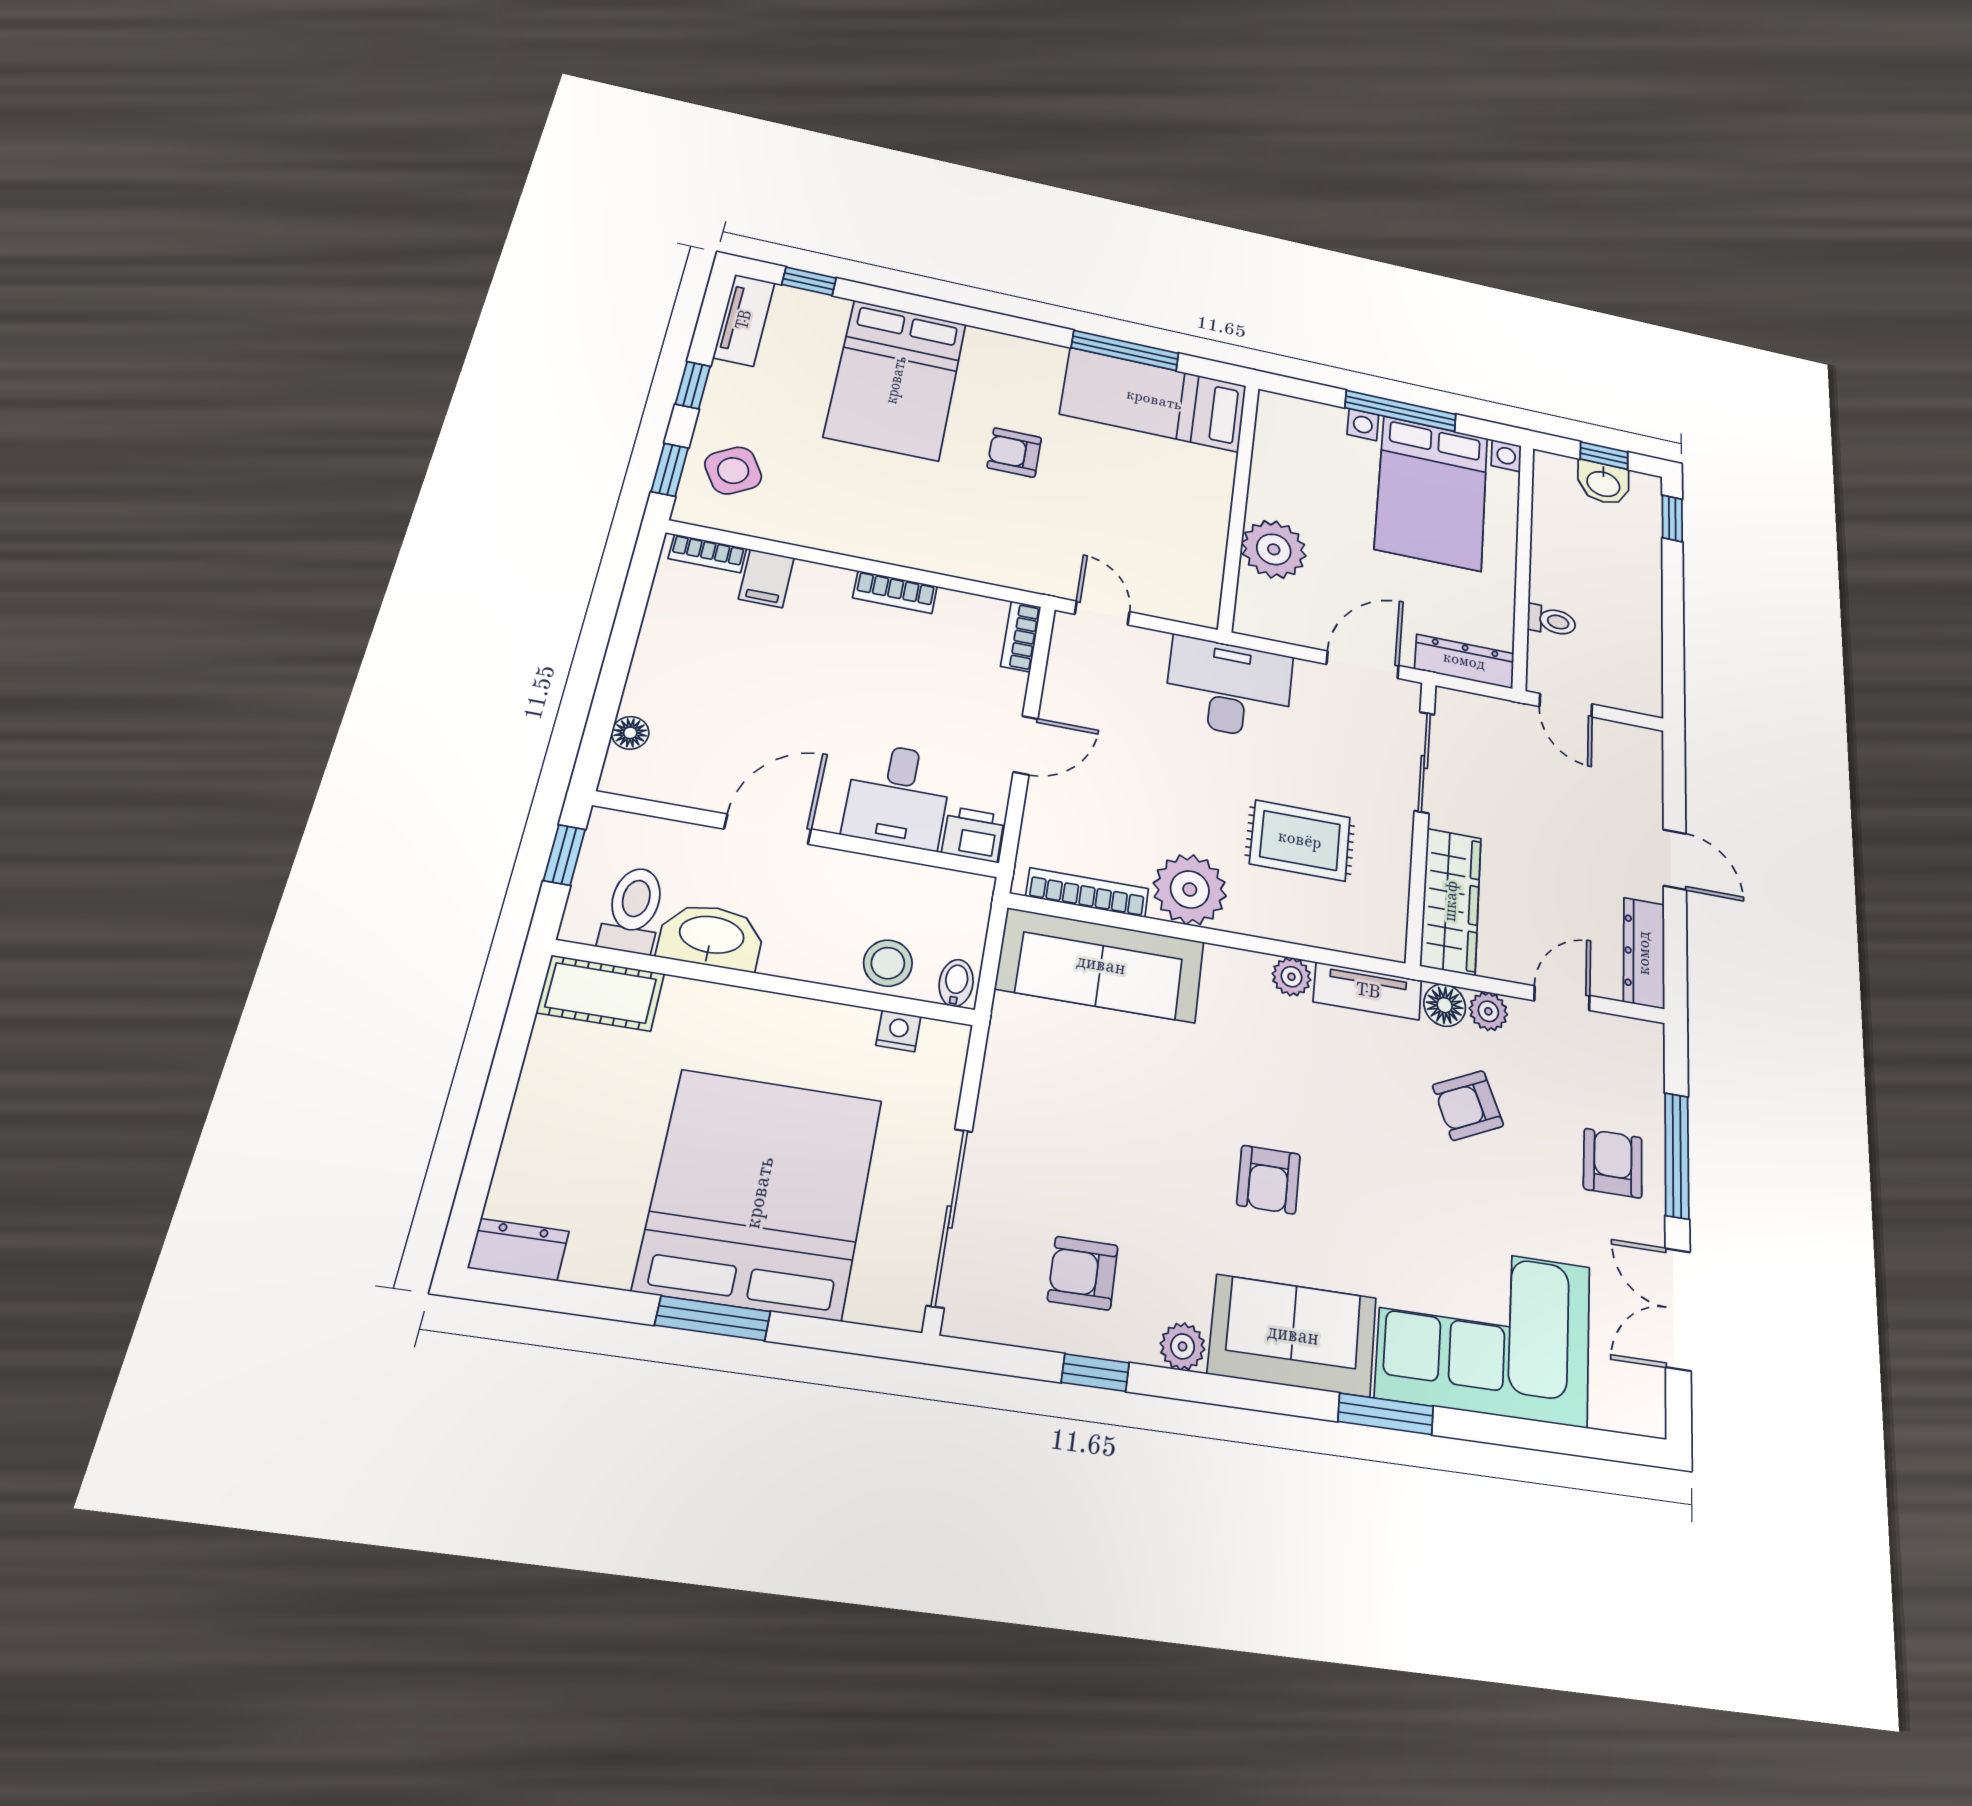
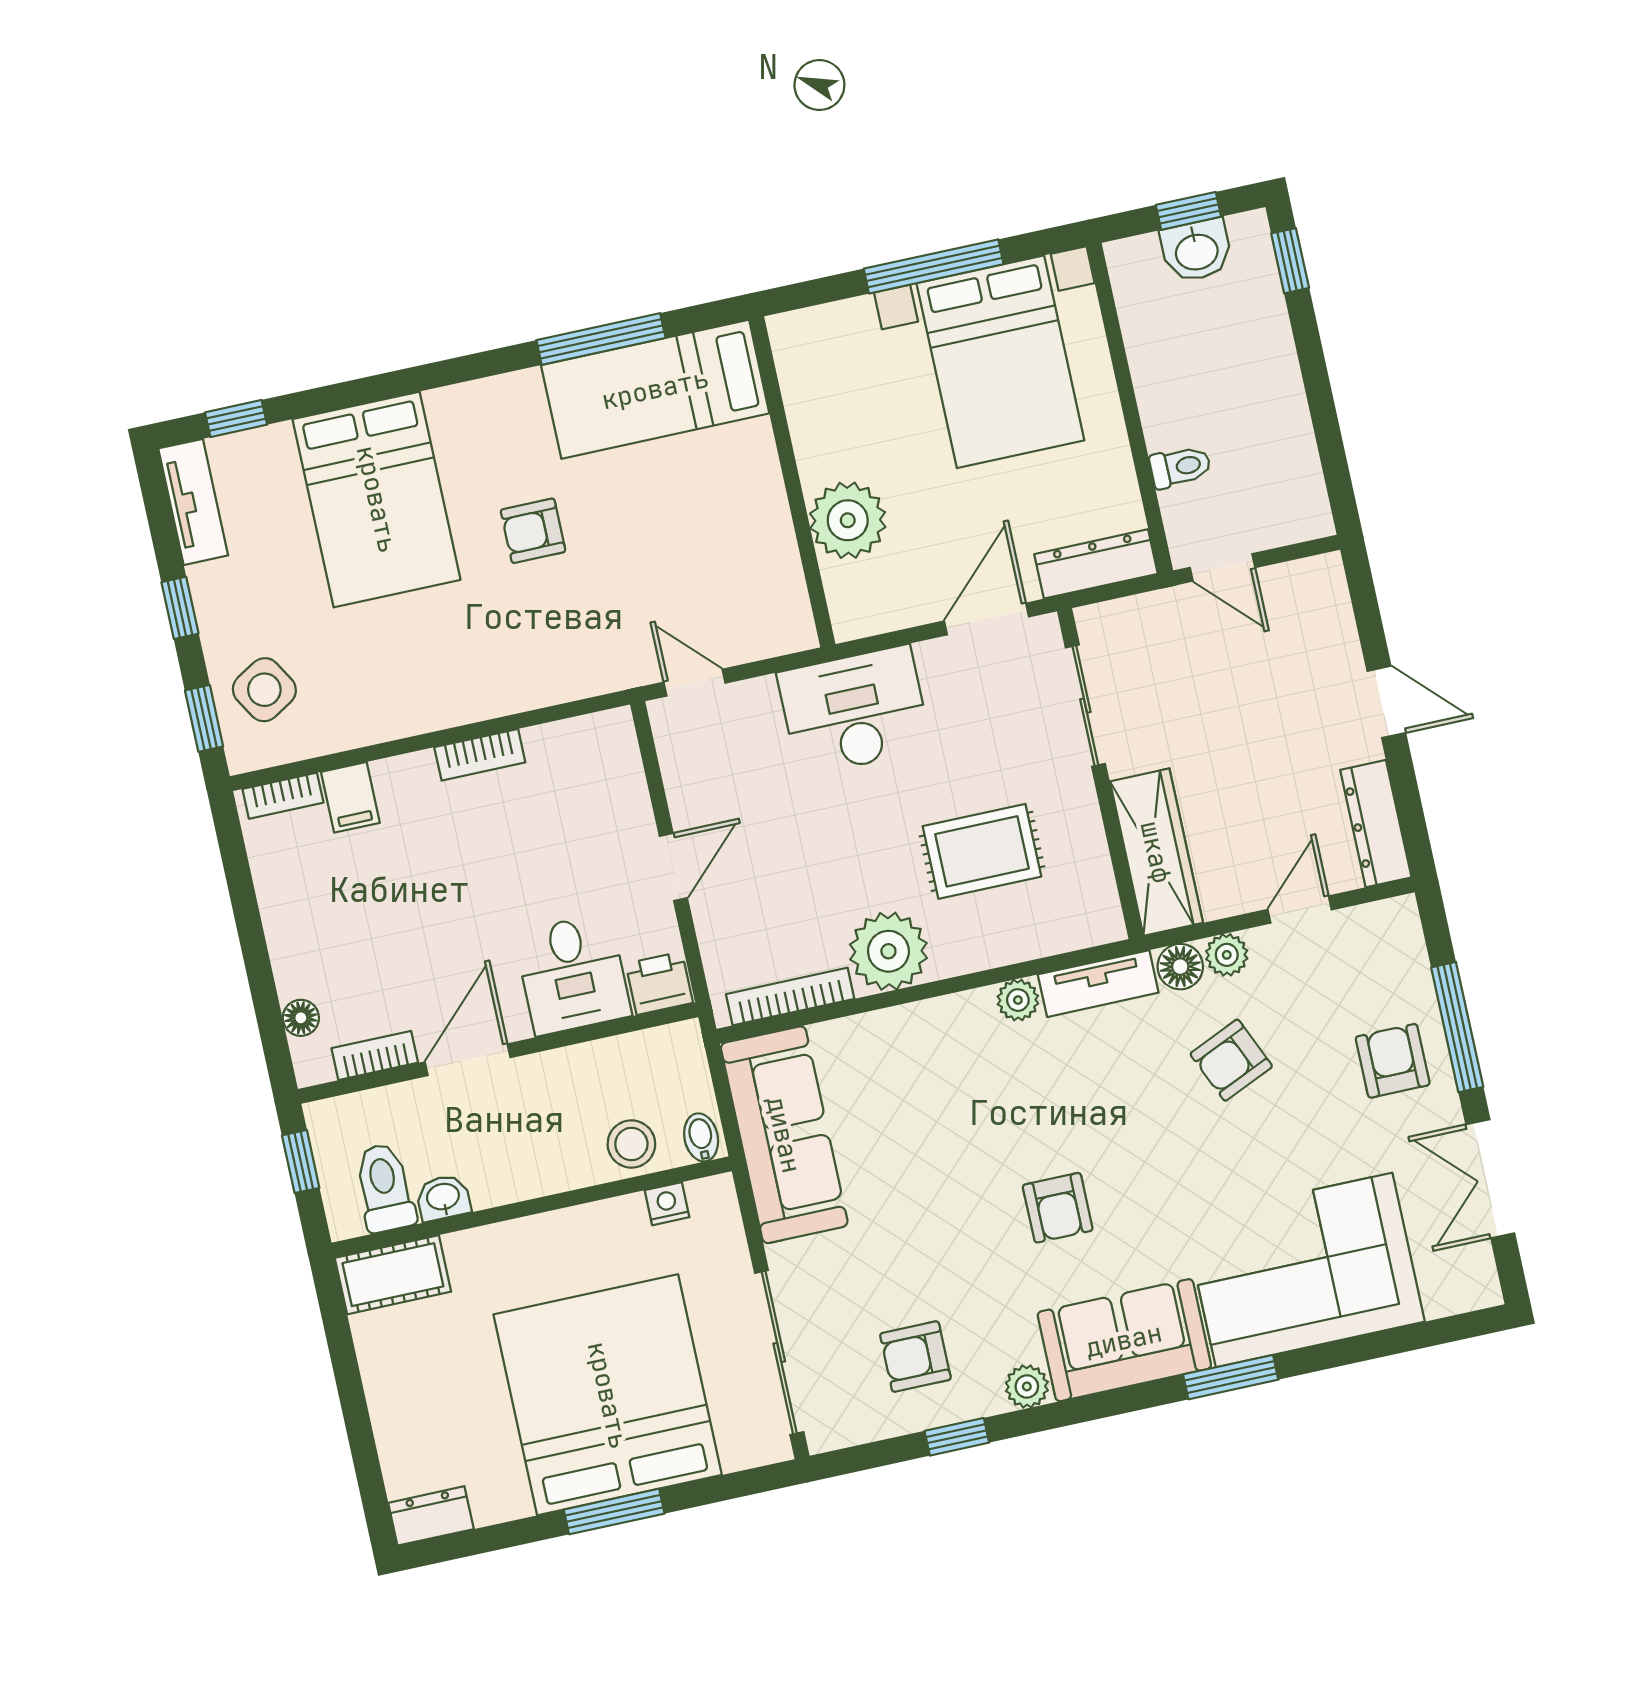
bookcase: (1021, 636) -> (375, 1055), moved, turned 90
washbasin: (711, 936) -> (443, 1198), width x0.52, depth x0.69
sofa: (1101, 965) -> (784, 1135), moved, turned -90

